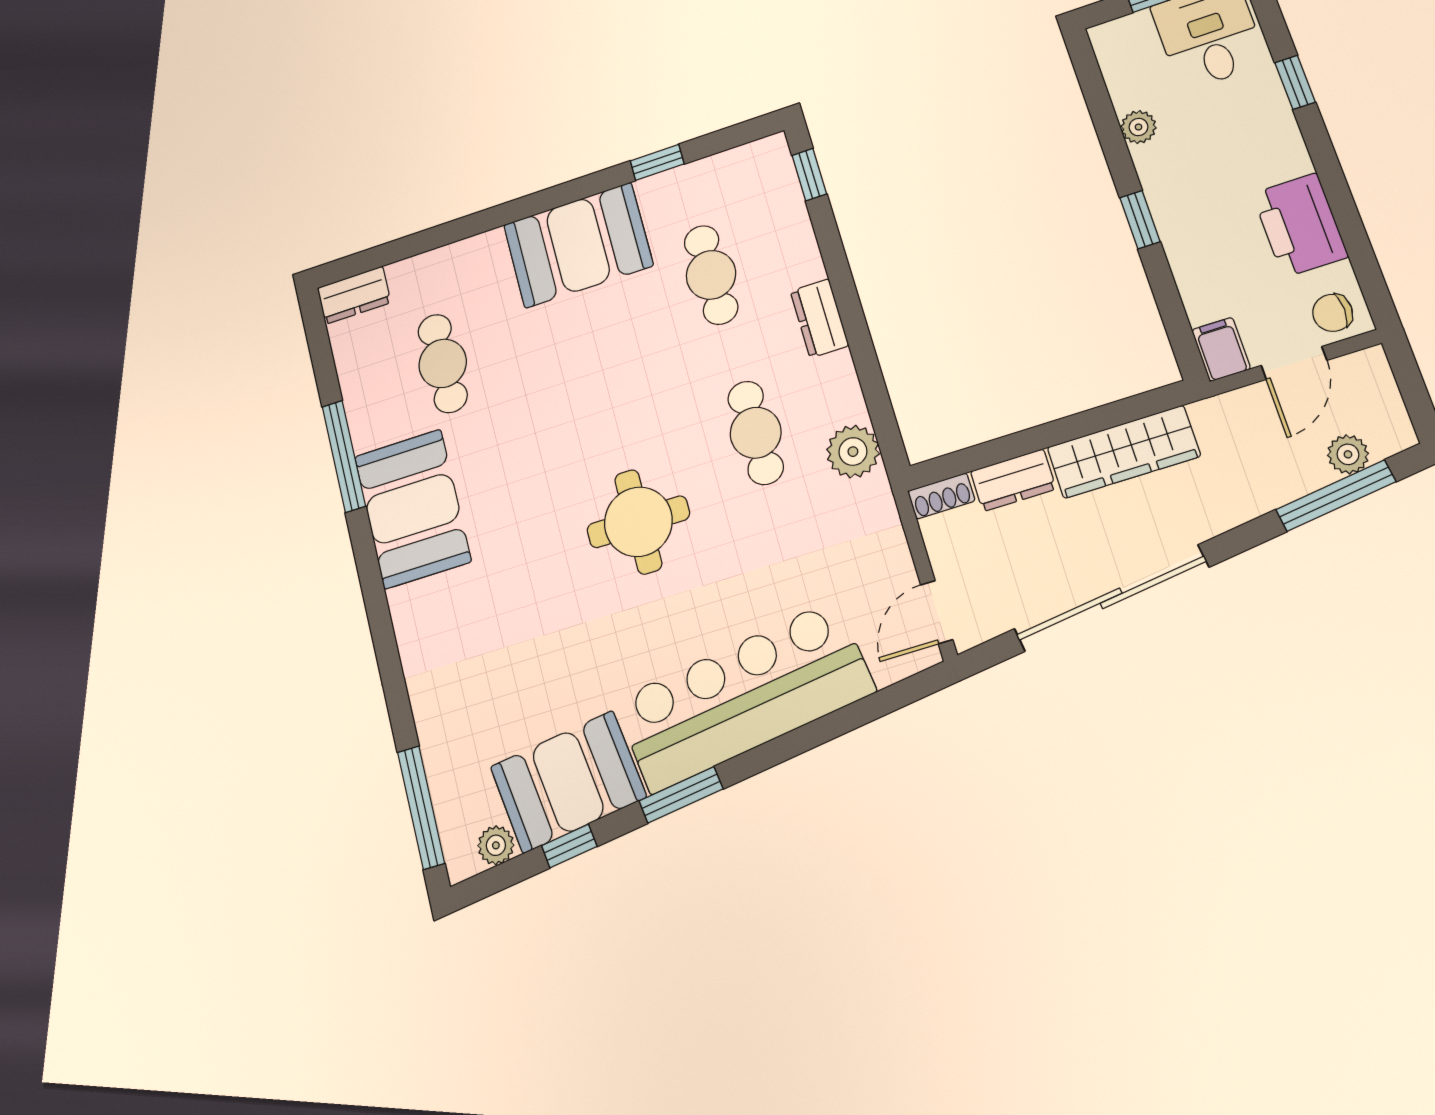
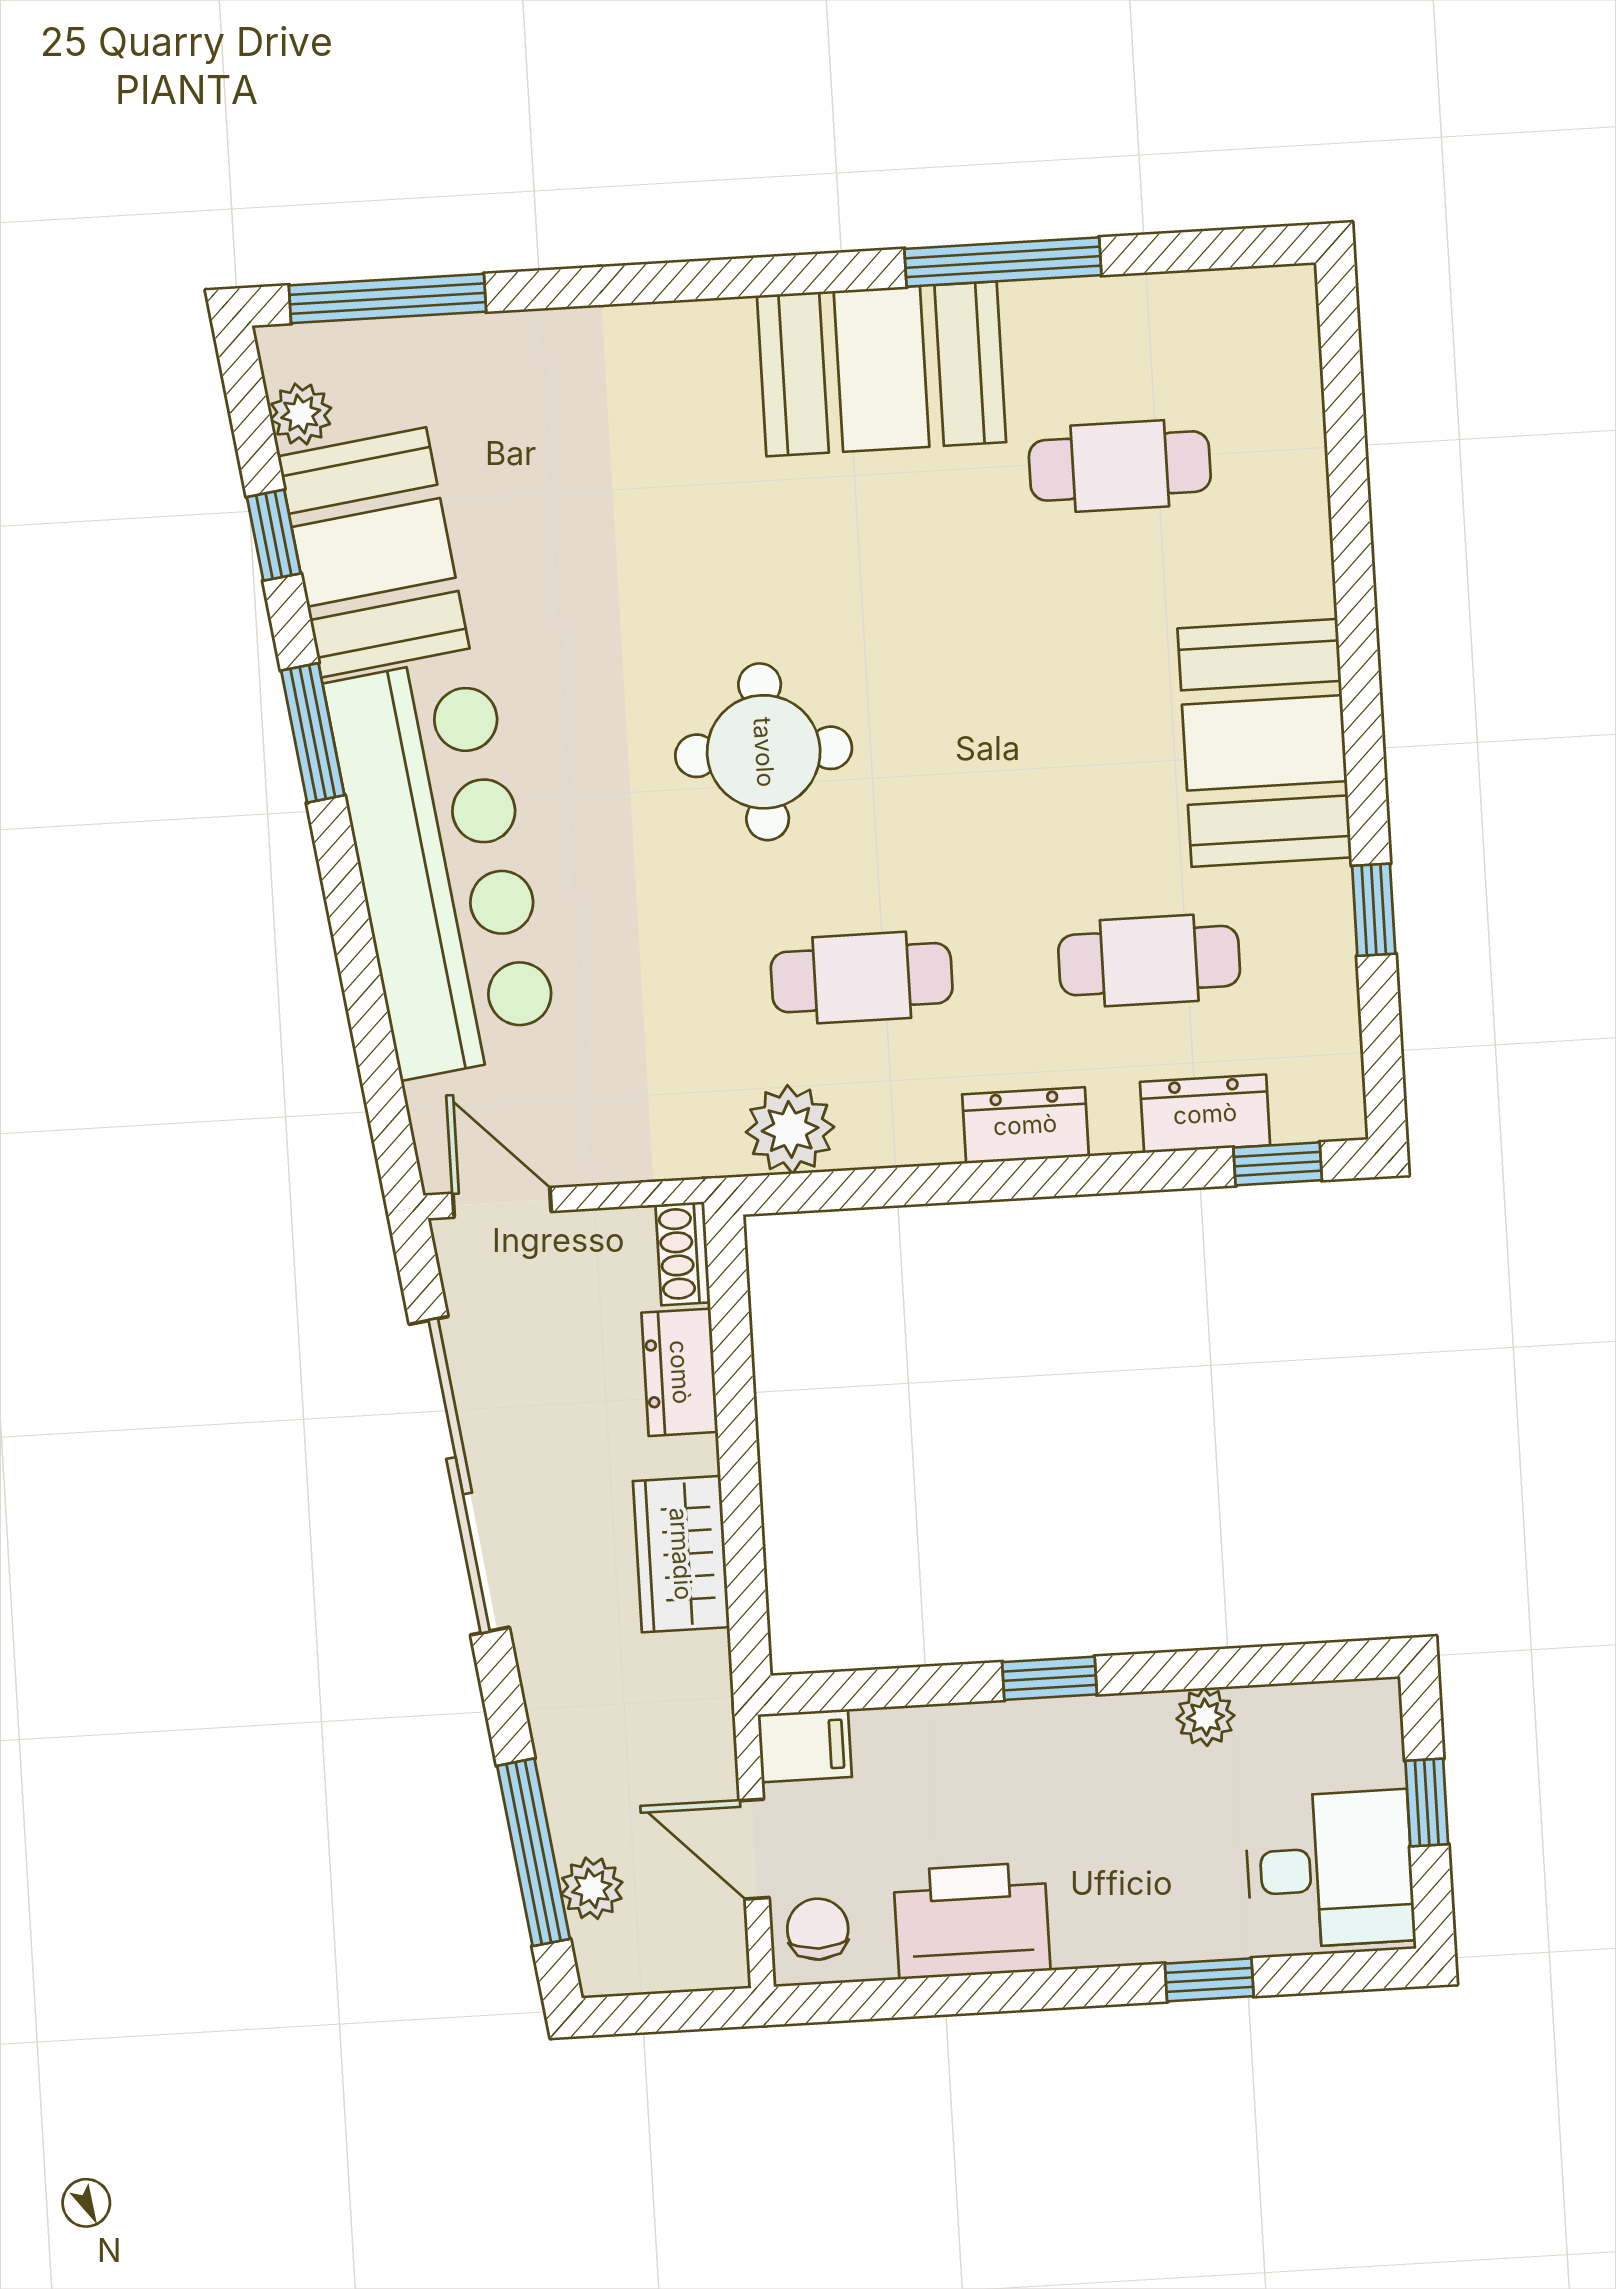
dresser: (354, 295) -> (1205, 1114), moved, turned 90
wardrobe: (1124, 452) -> (681, 1554), width x0.67

